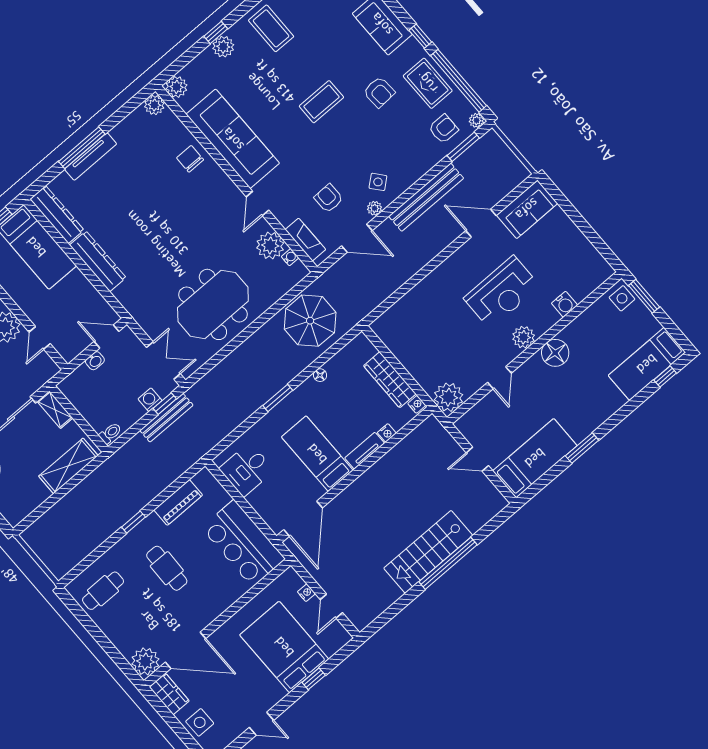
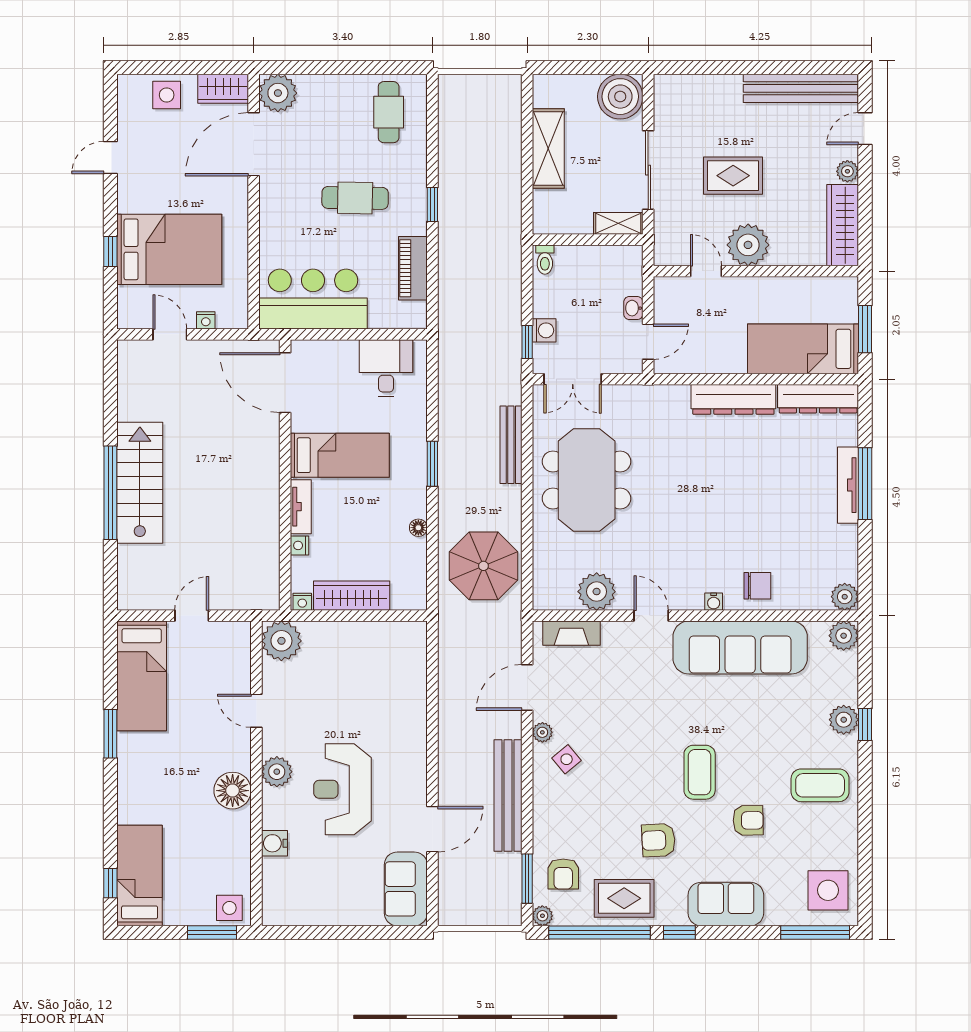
armchair: (329, 198) -> (748, 820), moved
water cooler: (290, 257) -> (714, 602), moved
bench: (166, 418) -> (511, 445), moved
shelving: (68, 466) -> (548, 149), moved

